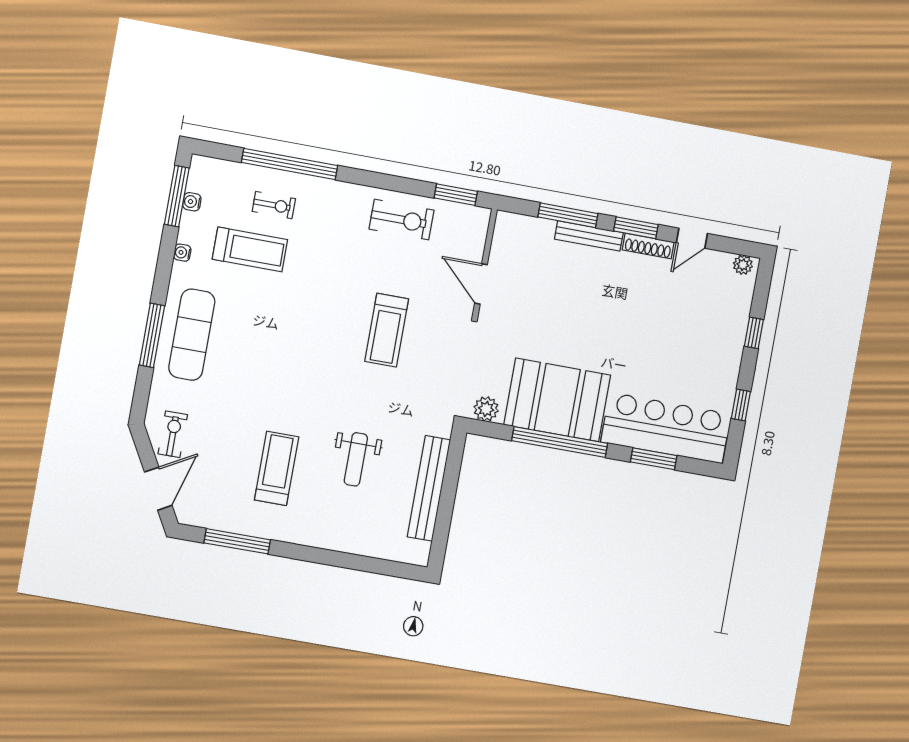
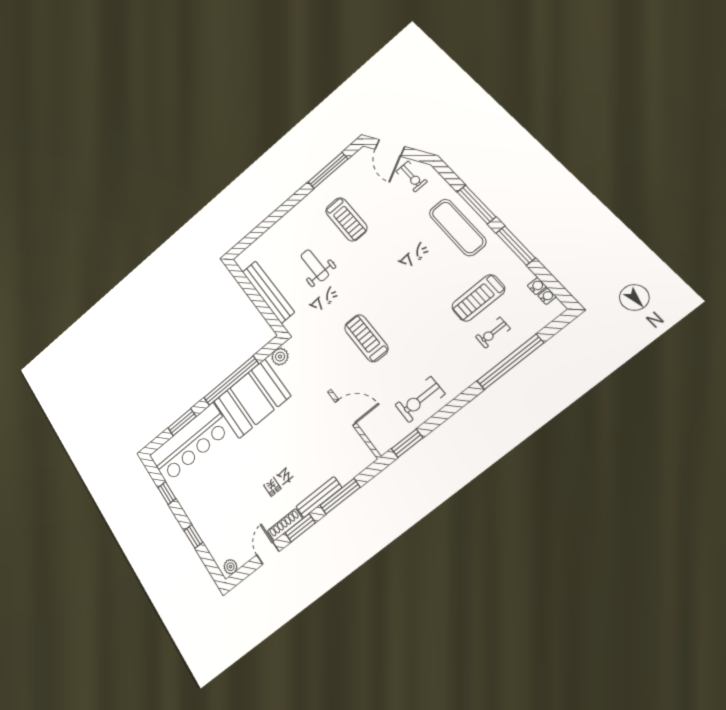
window: (177, 196) -> (515, 246), moved
water cooler: (182, 253) -> (547, 296), moved

